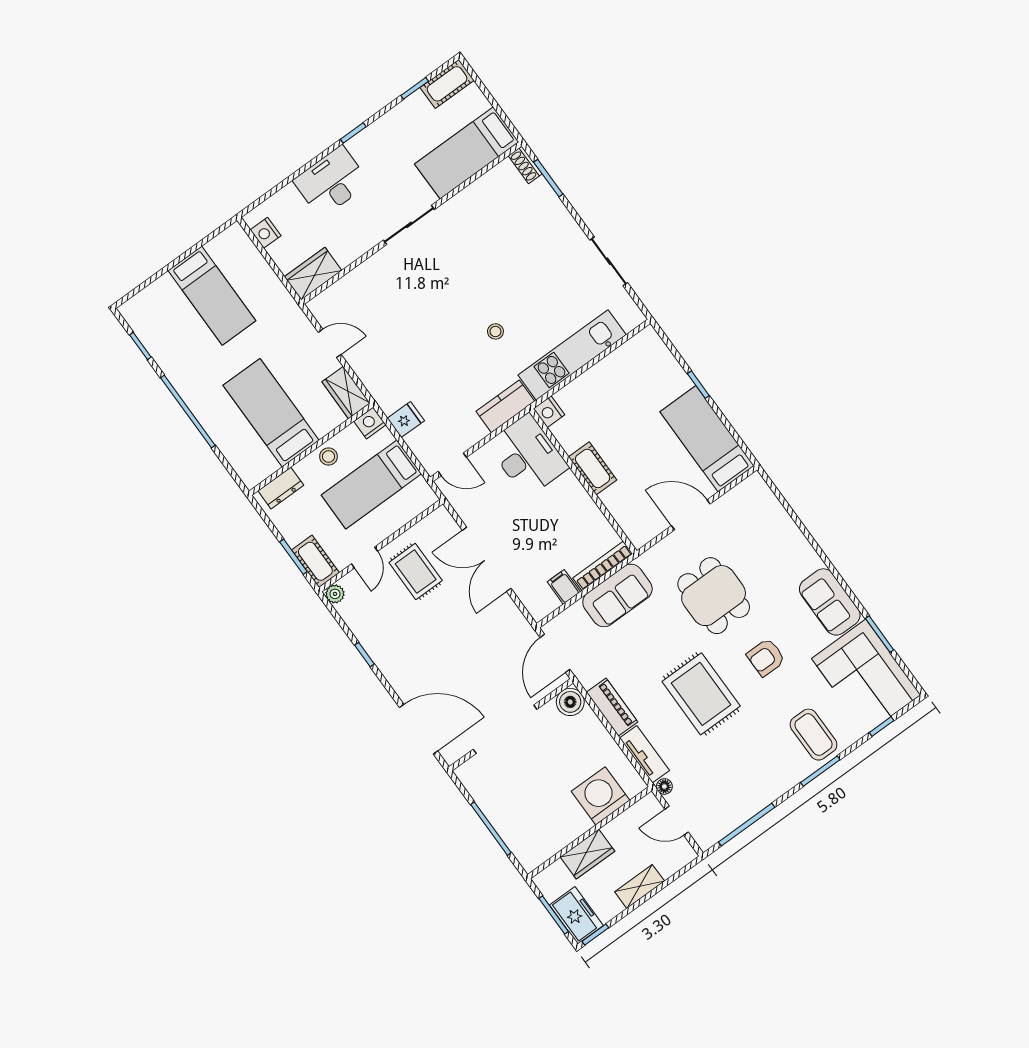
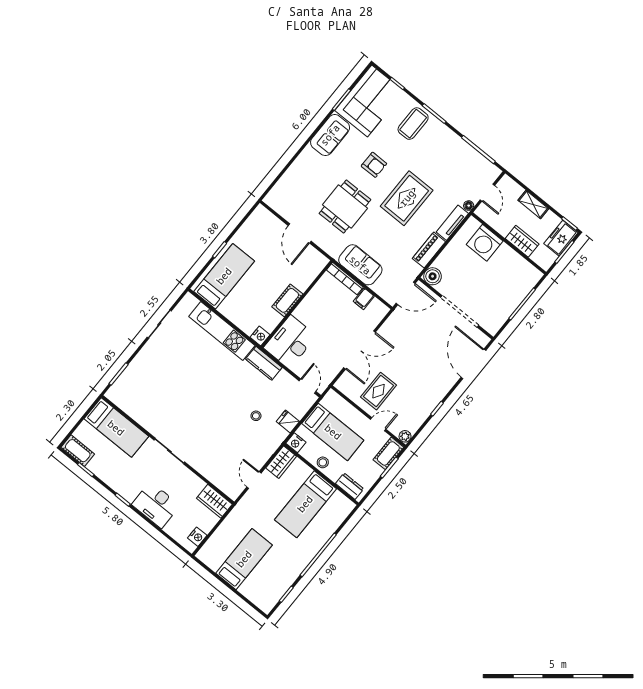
shoe rack: (525, 165) -> (114, 390), removed
stool: (495, 331) -> (256, 416), moved
bed: (707, 439) -> (224, 276), moved, turned 180

